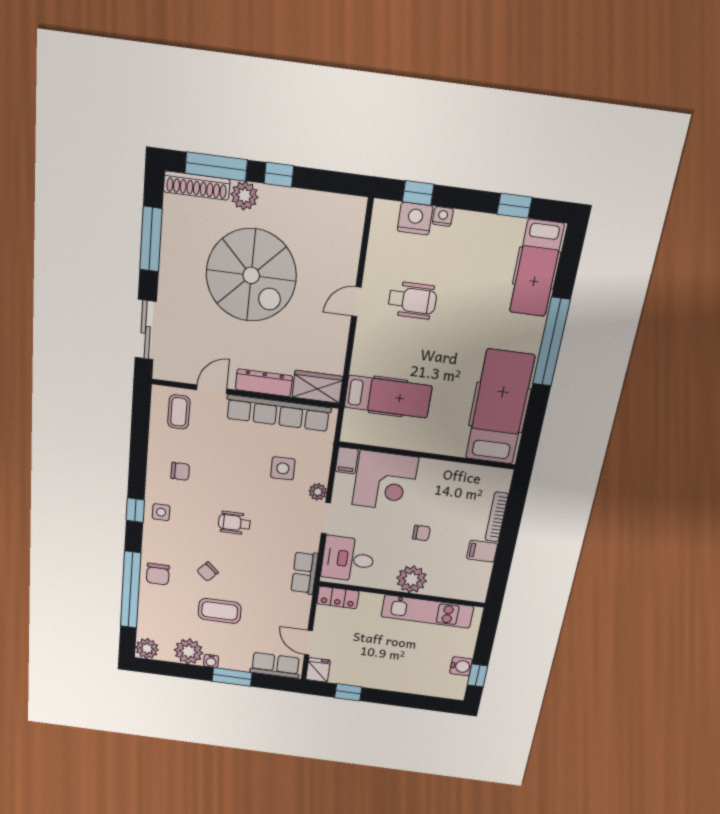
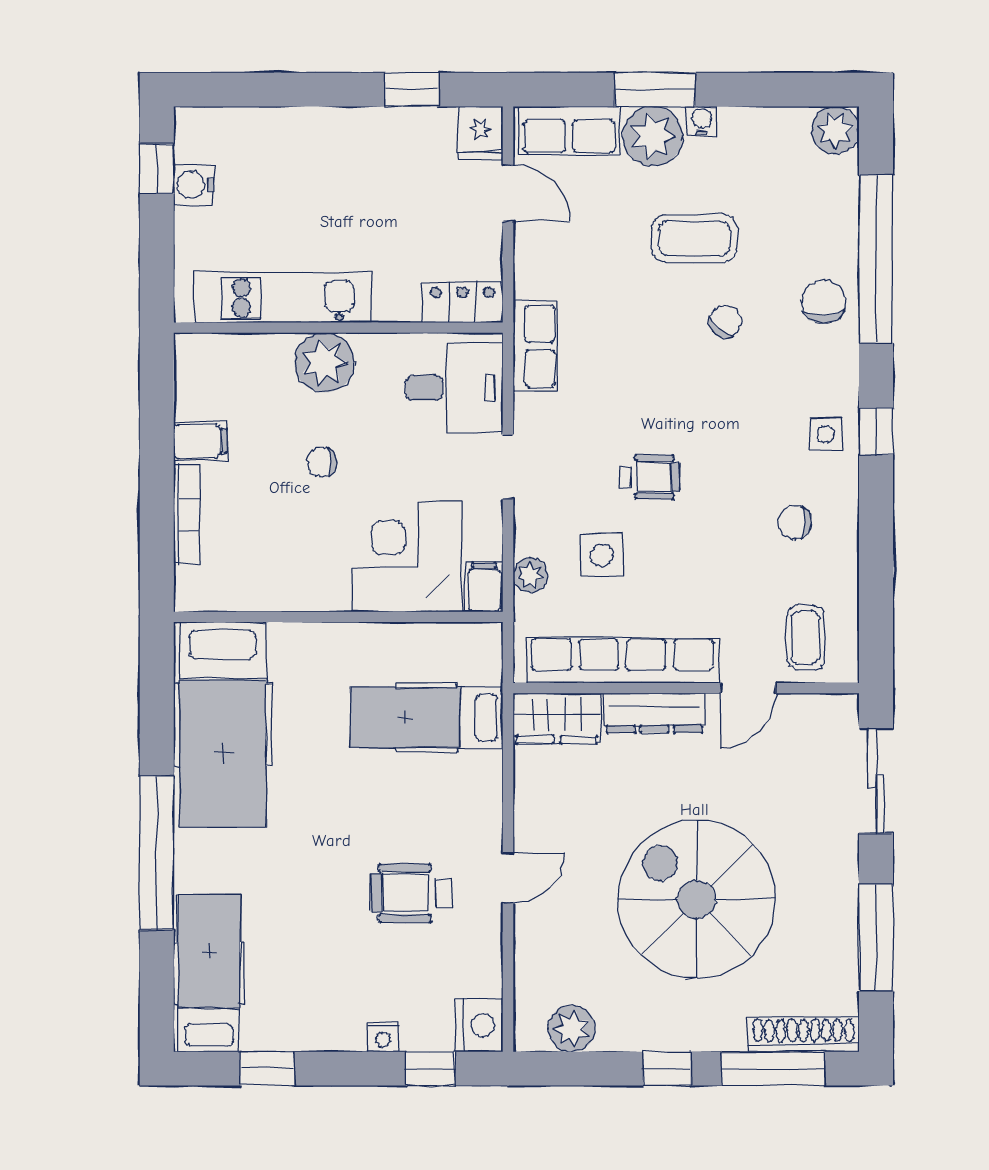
plant: (244, 196) -> (572, 1029), moved
nightstand: (415, 219) -> (479, 1025), moved, turned -90
plant: (318, 492) -> (530, 575), moved
wheelchair: (234, 523) -> (649, 477), moved
plant: (189, 651) -> (653, 136), moved

